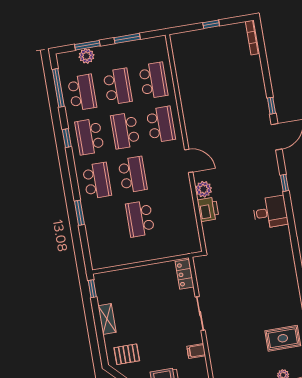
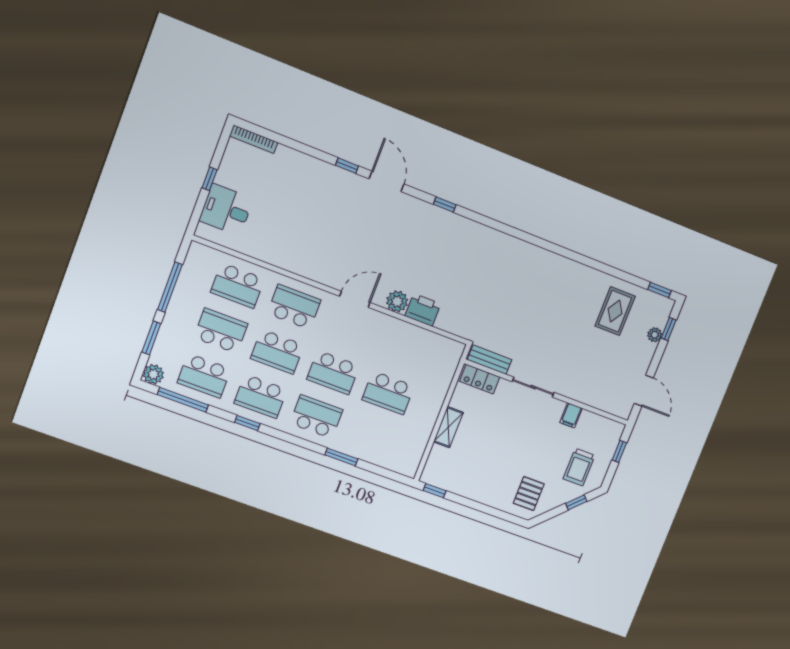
window: (127, 38) -> (170, 287), width x1.44
plant: (86, 56) -> (153, 374), moved
school desk: (153, 80) -> (238, 286), turned 180
school desk: (82, 93) -> (204, 376), turned 180
school desk: (133, 175) -> (333, 372), turned 180
desk: (270, 212) -> (226, 210), moved, turned -90
bench: (201, 273) -> (490, 360), added
shelving: (107, 319) -> (448, 427), moved, turned 90

